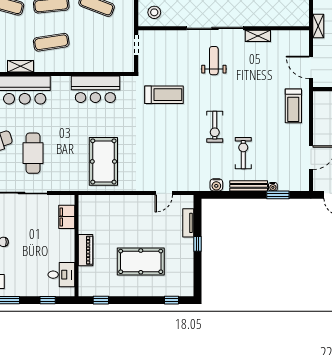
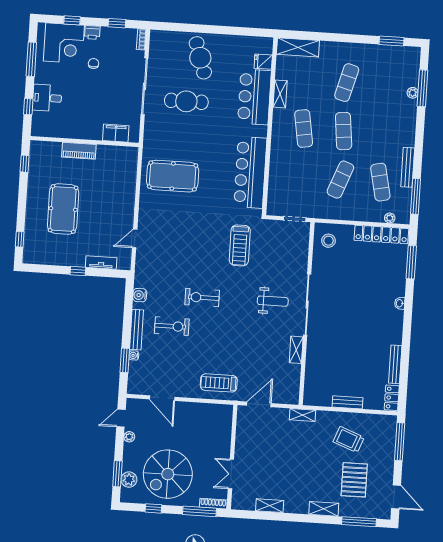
bar counter: (95, 89) -> (250, 172), width x1.36
door: (164, 193) -> (135, 238), hinge flipped
desk: (61, 275) -> (47, 98), moved, turned 90

